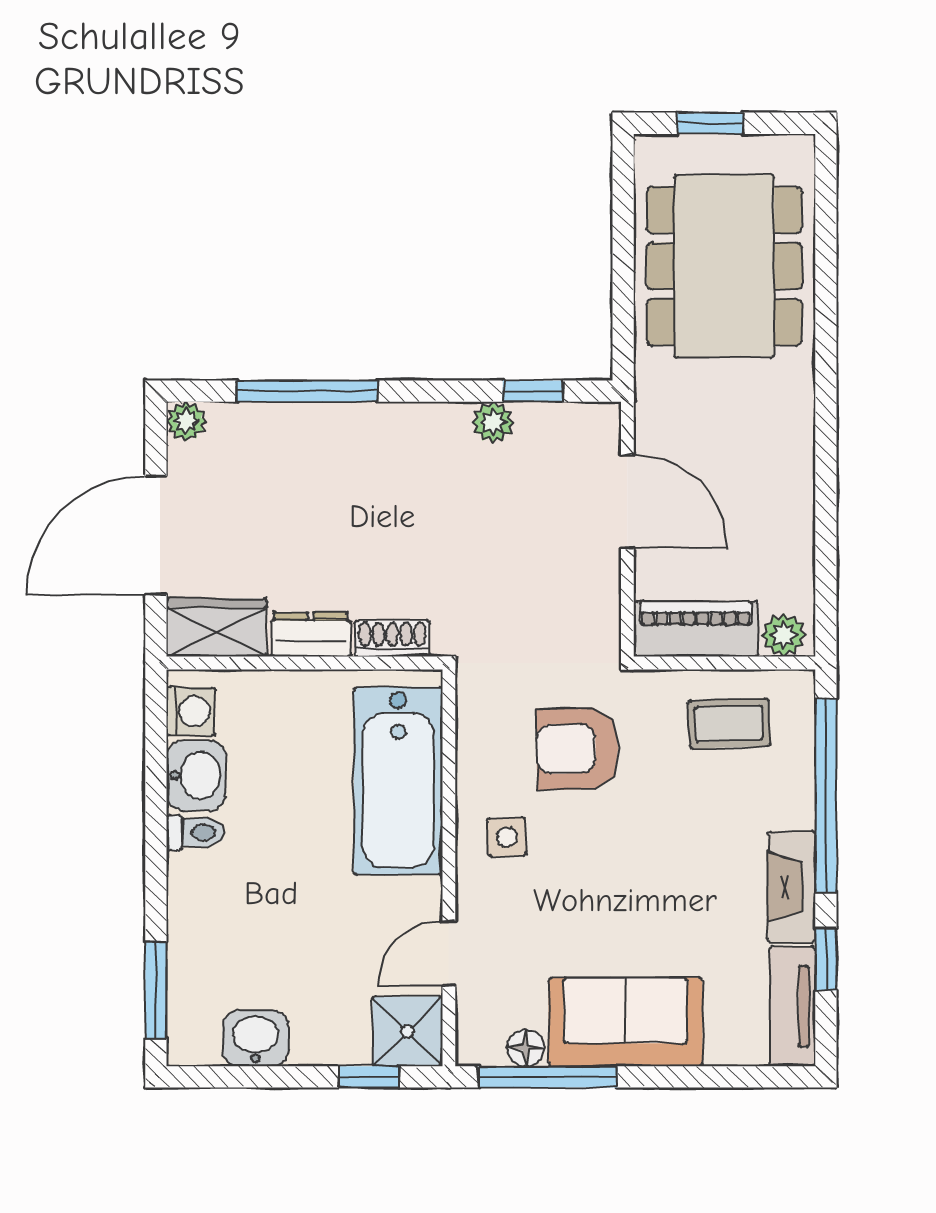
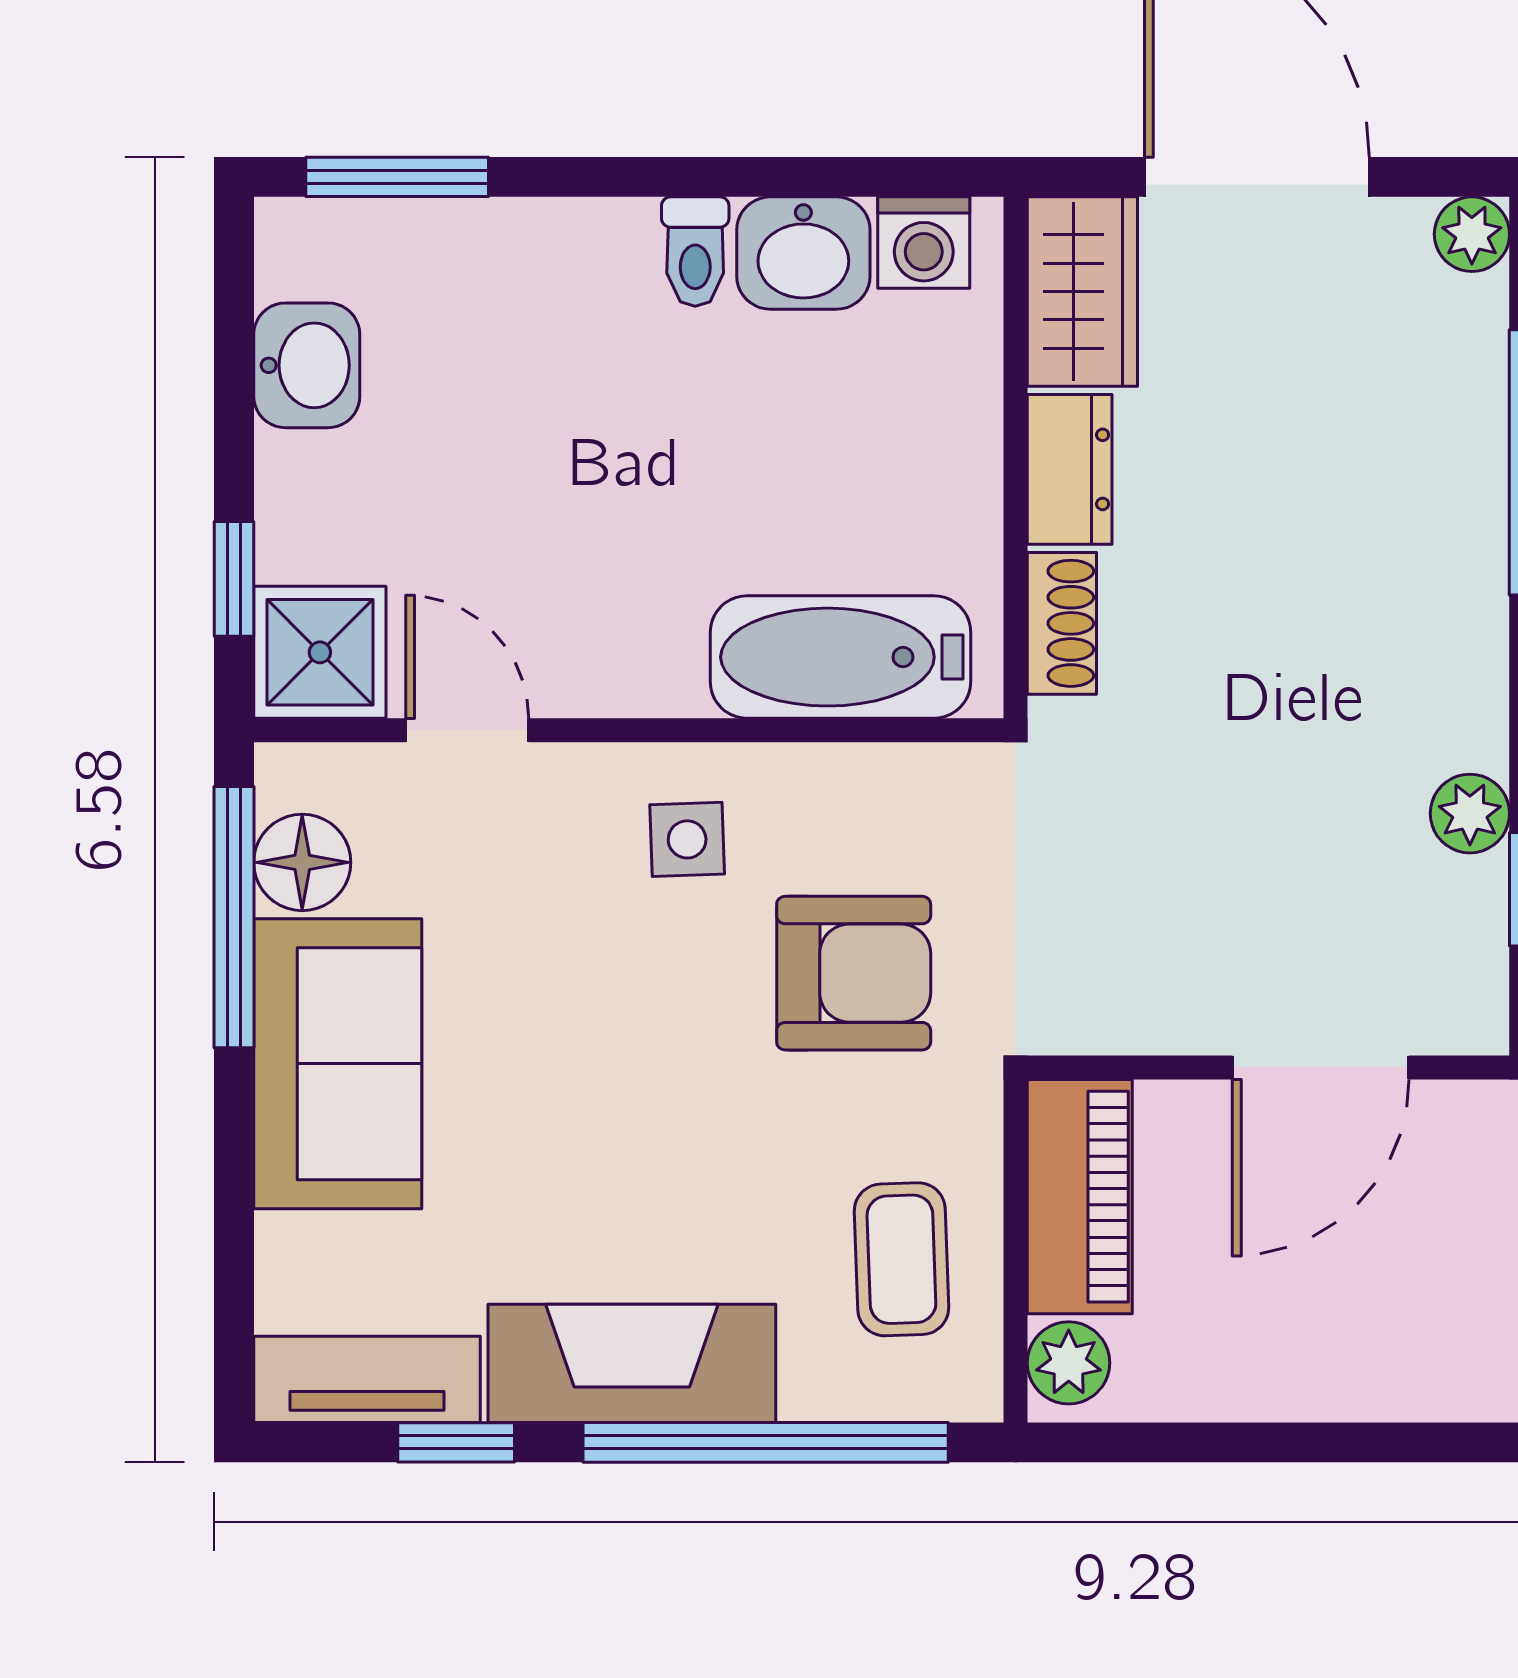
armchair: (577, 749) -> (854, 973), turned 91
bathtub: (398, 781) -> (840, 657), width x0.73, depth x0.73
fireplace: (792, 887) -> (632, 1363), width x1.37, depth x1.32
floor lamp: (526, 1048) -> (302, 862), width x1.37, depth x1.37

